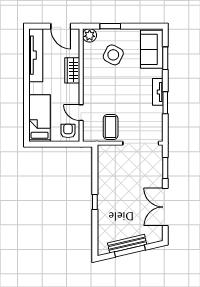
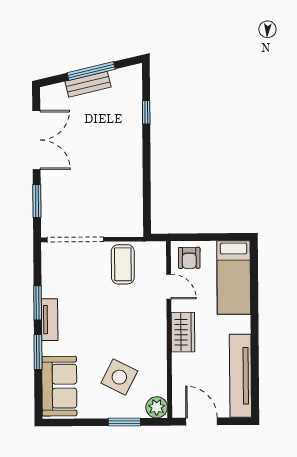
window: (165, 58) -> (38, 352), moved
wardrobe: (72, 70) -> (183, 332), moved
window: (95, 202) -> (146, 112), moved
bench: (127, 244) -> (88, 84), width x0.73

